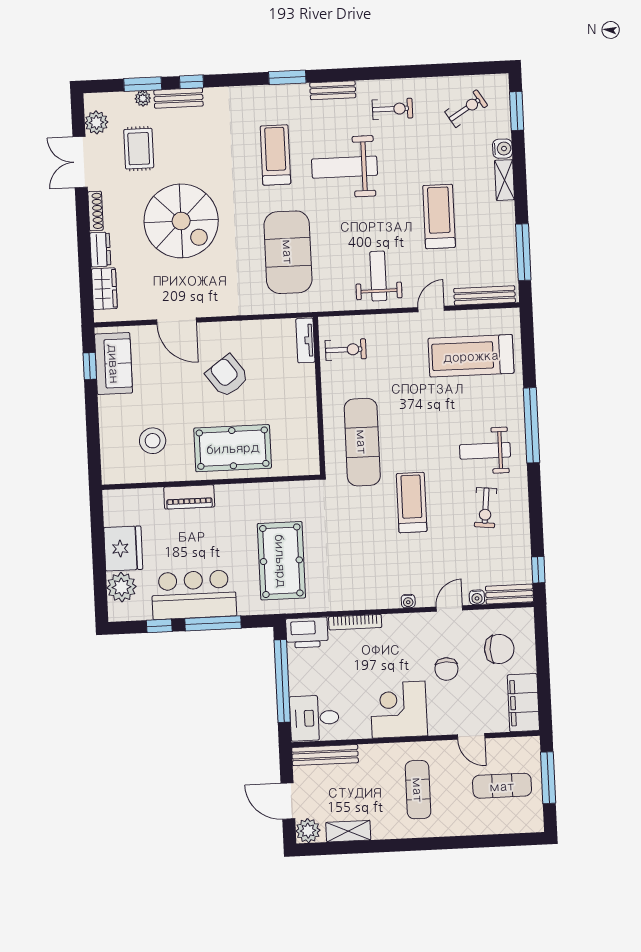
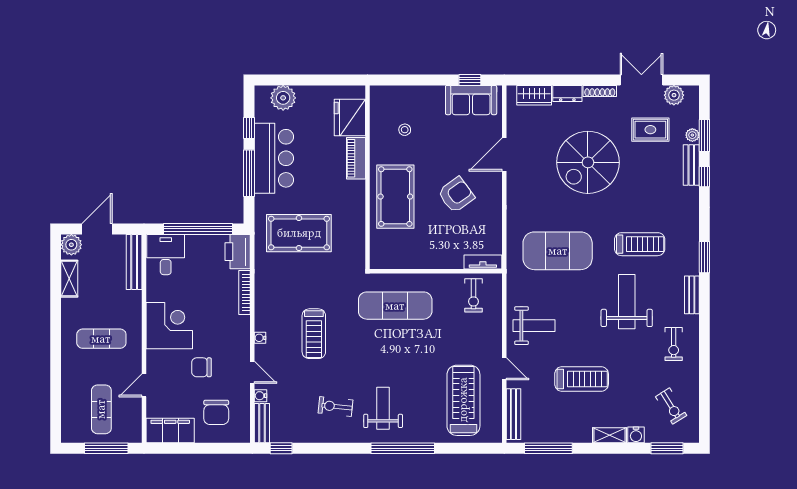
stool: (153, 441) -> (405, 130), width x0.53, depth x0.53
treadmill: (412, 503) -> (314, 334), moved, turned 90
fridge: (123, 548) -> (350, 117), moved, turned 90

